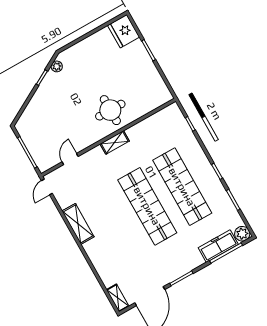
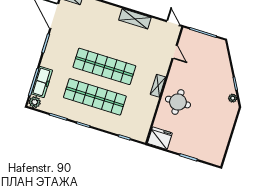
fridge: (123, 31) -> (160, 138), moved

